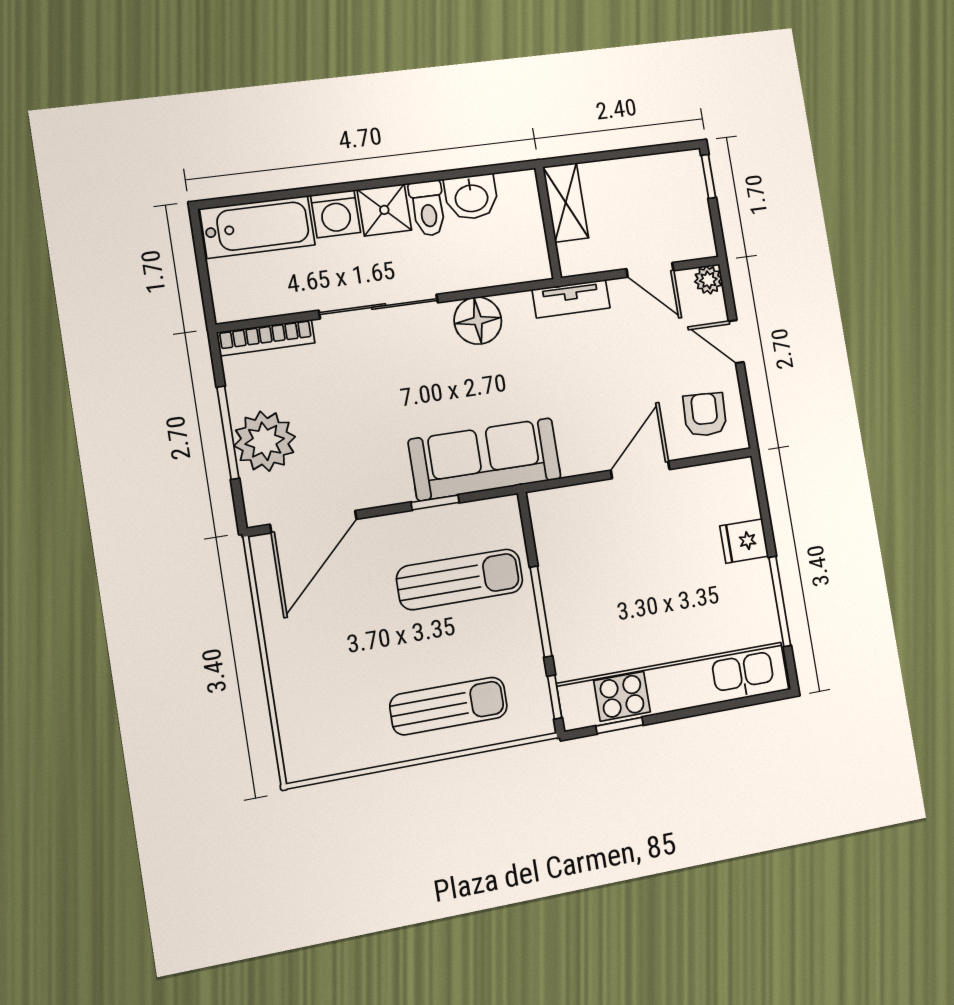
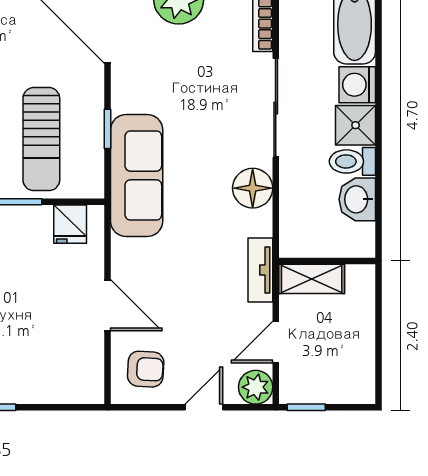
window: (709, 176) -> (306, 407), moved
shelving: (566, 202) -> (312, 279), moved
plant: (708, 280) -> (256, 387), width x1.38, depth x1.38
fridge: (744, 541) -> (70, 224), moved, turned 180

